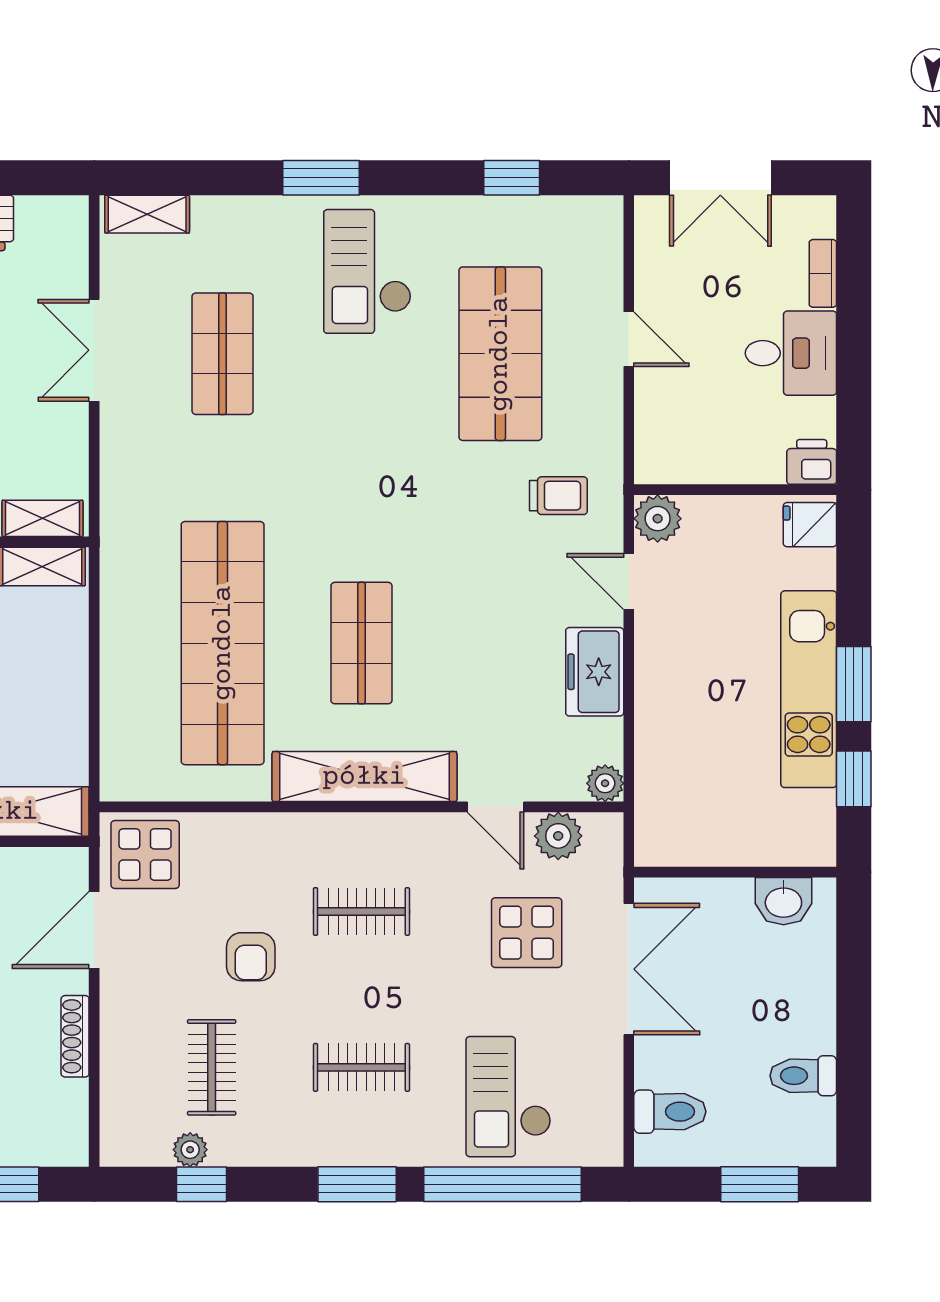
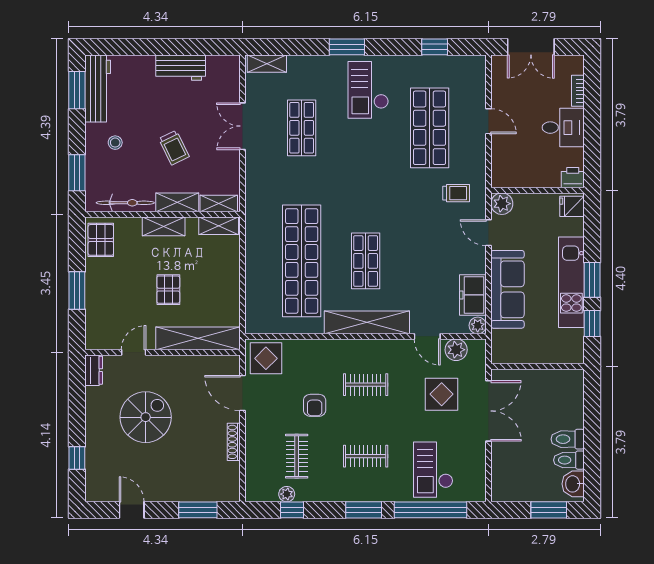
freezer: (595, 672) -> (473, 295), moved
sofa: (670, 705) -> (507, 289), added
washbasin: (783, 901) -> (573, 484), moved, turned 90
door: (94, 930) -> (243, 393), hinge flipped
toilet: (670, 1112) -> (568, 439), moved, turned 180

